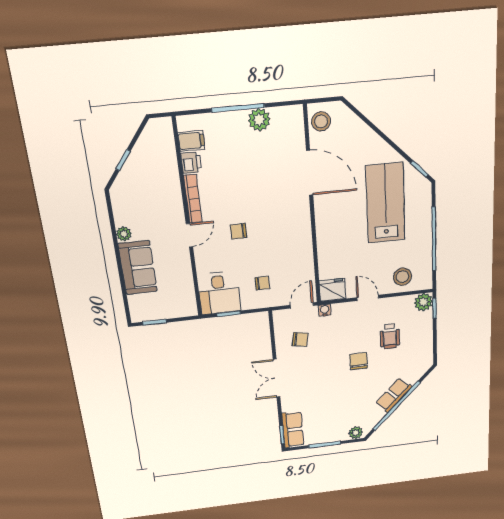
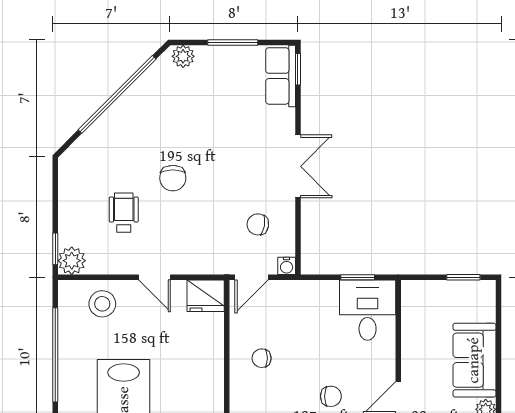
chair: (262, 283) -> (262, 358), moved
water cooler: (325, 310) -> (287, 266), moved
row of seats: (394, 395) -> (121, 114), removed

